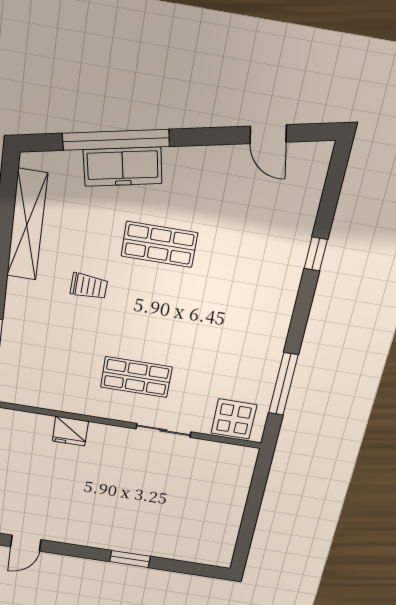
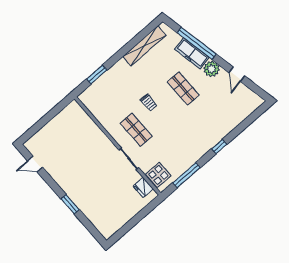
door: (268, 134) -> (237, 74), moved
plant: (182, 166) -> (211, 69), added
window: (316, 254) -> (219, 147), moved
trolley: (89, 286) -> (149, 102), moved
fridge: (70, 431) -> (143, 187), moved

